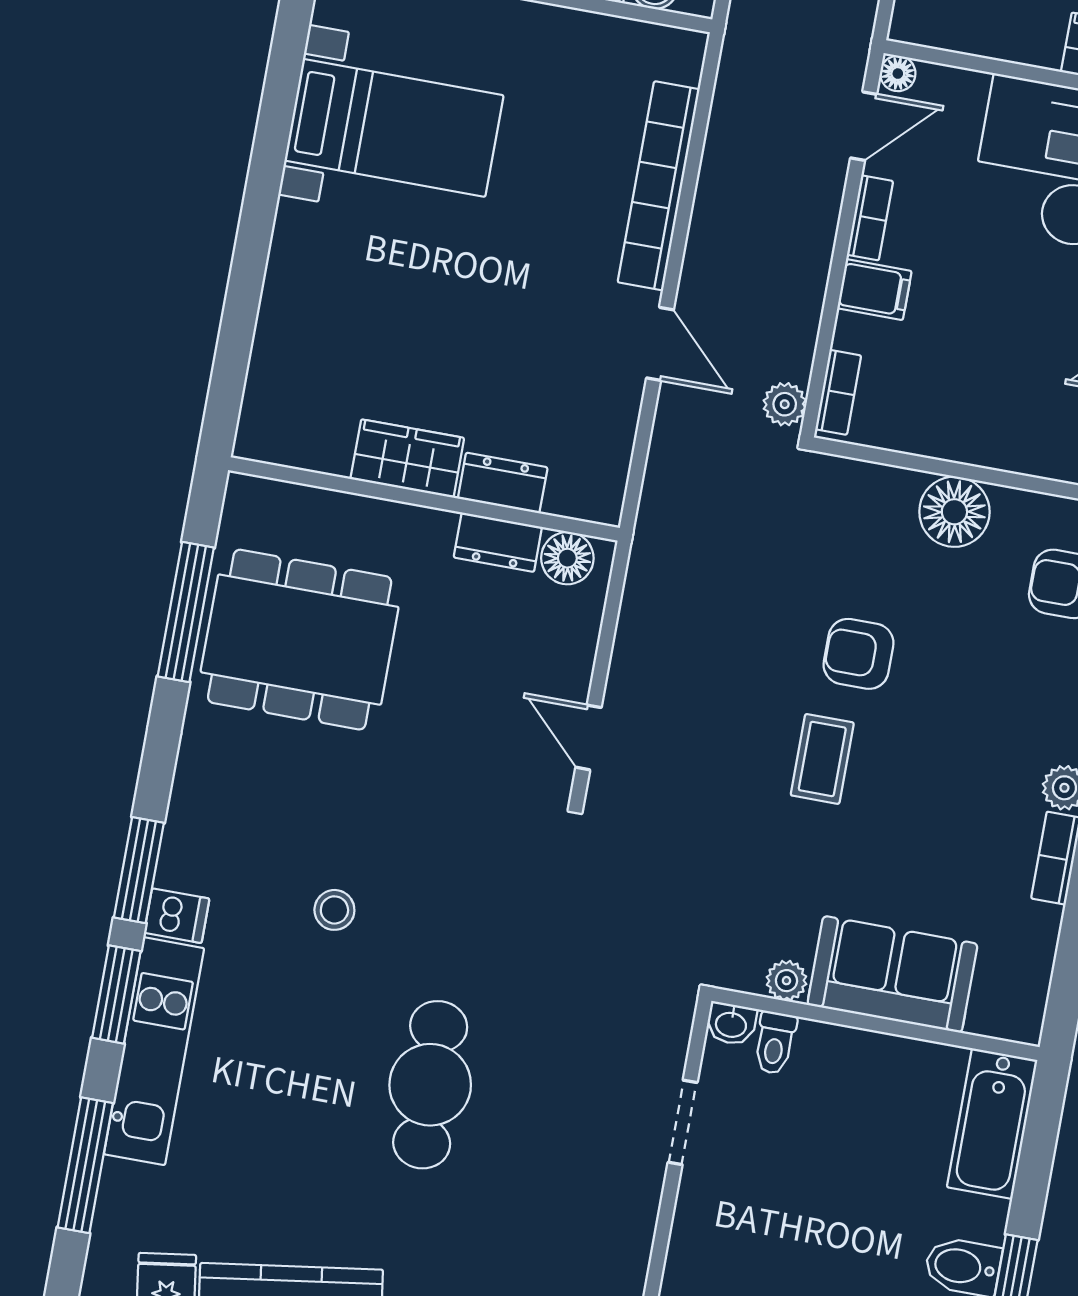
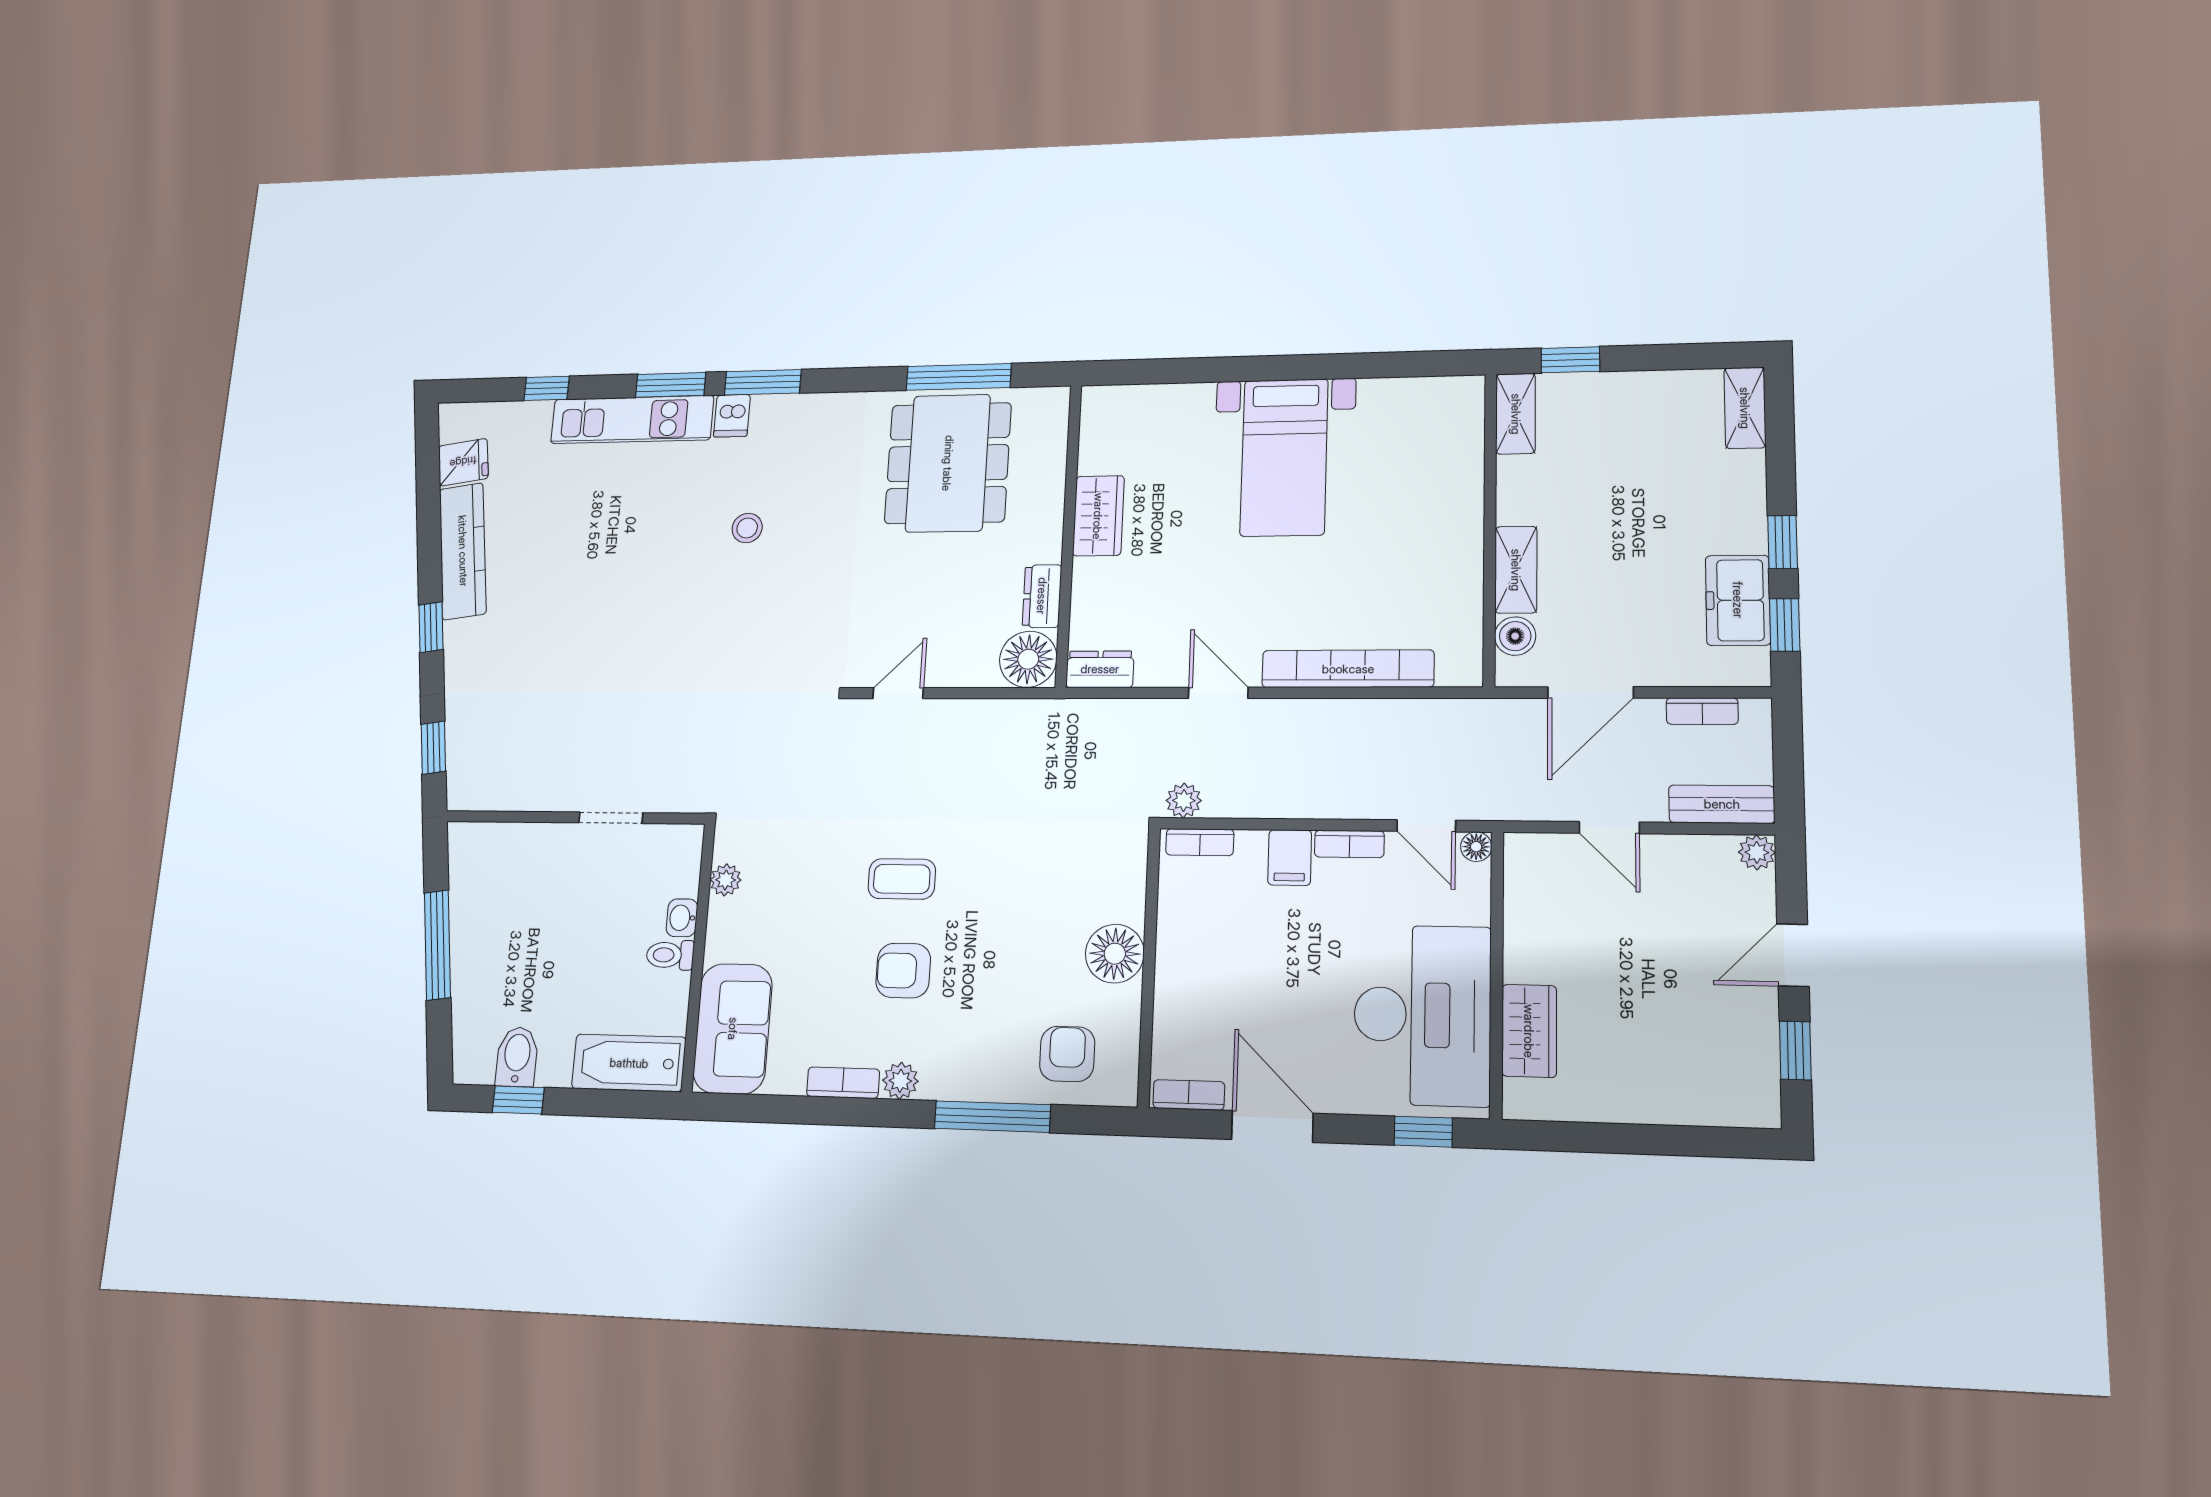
bed with nightstands: (394, 128) -> (1284, 457), moved
door: (660, 344) -> (1218, 693), swing flipped
dresser: (503, 483) -> (1100, 669), moved, turned -90
floor lamp: (567, 558) -> (1028, 659), width x1.38, depth x1.38
armchair: (859, 654) -> (903, 971), moved, turned -90
sofa: (892, 974) -> (733, 1029), moved
washbasin: (731, 1024) -> (682, 918), moved
toilet: (775, 1043) -> (670, 955), moved
cafe table: (430, 1085) -> (624, 623), removed
window: (85, 1165) -> (547, 388), width x0.46

